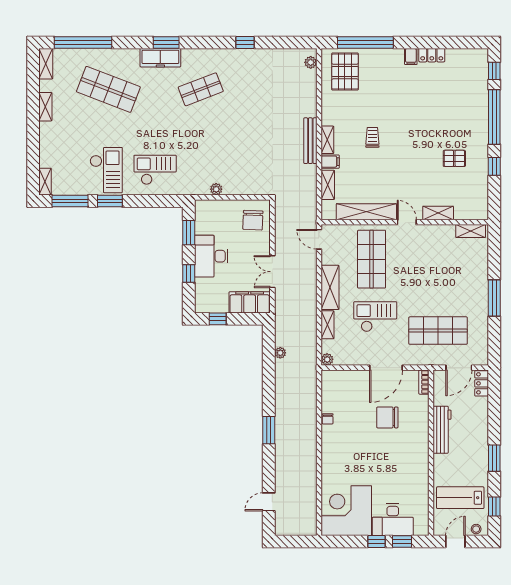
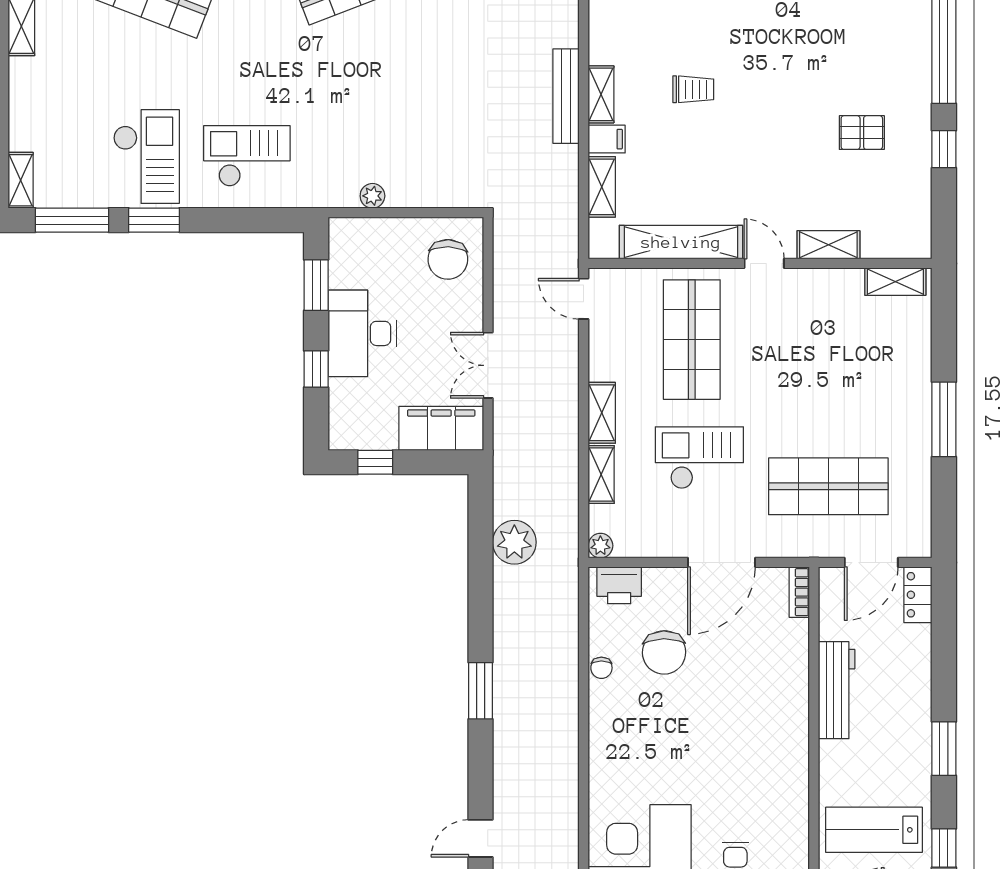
trolley: (372, 137) -> (693, 89), turned 90
shelving: (330, 287) -> (602, 413), width x0.67, depth x0.75
plant: (280, 353) -> (514, 542), width x1.87, depth x1.87
printer: (336, 379) -> (619, 585), added
chair: (387, 417) -> (664, 652), moved, turned -91

